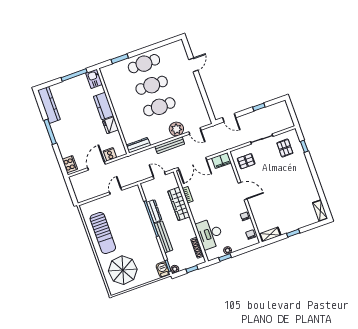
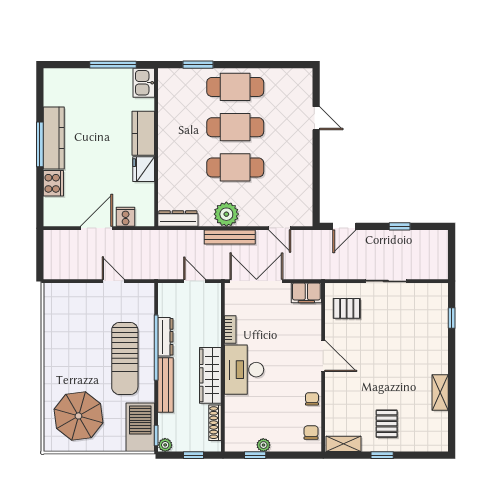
door: (193, 65) -> (316, 118), hinge flipped
kitchen counter: (49, 105) -> (54, 138), moved
door: (229, 118) -> (344, 226), hinge flipped
plant: (176, 129) -> (226, 214), moved
pallet: (285, 148) -> (387, 424), moved
cooker: (70, 164) -> (53, 183), moved
double door: (192, 164) -> (256, 281), swing flipped
door: (116, 191) -> (113, 281), hinge flipped
wardrobe: (179, 204) -> (210, 375), moved
shelving: (320, 211) -> (440, 392), moved
sun lounger: (103, 233) -> (125, 358), moved
desk: (210, 234) -> (244, 370), moved
barbecue: (163, 270) -> (140, 427), width x1.88, depth x1.53

